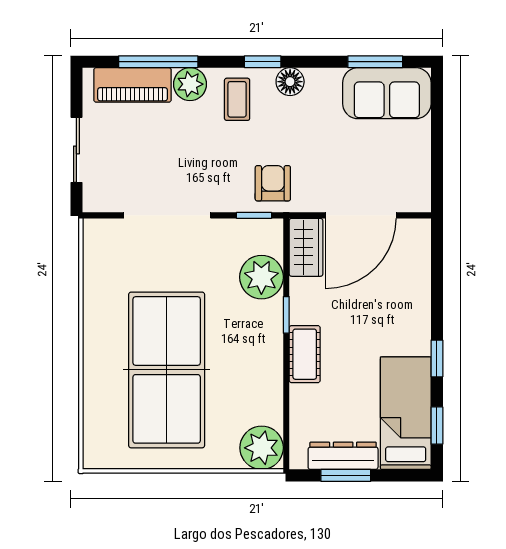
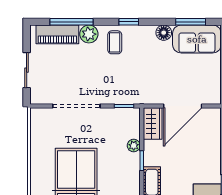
floor lamp: (290, 82) -> (164, 33), moved
armchair: (273, 183) -> (134, 88), removed
plant: (261, 277) -> (134, 146), width x0.53, depth x0.53

